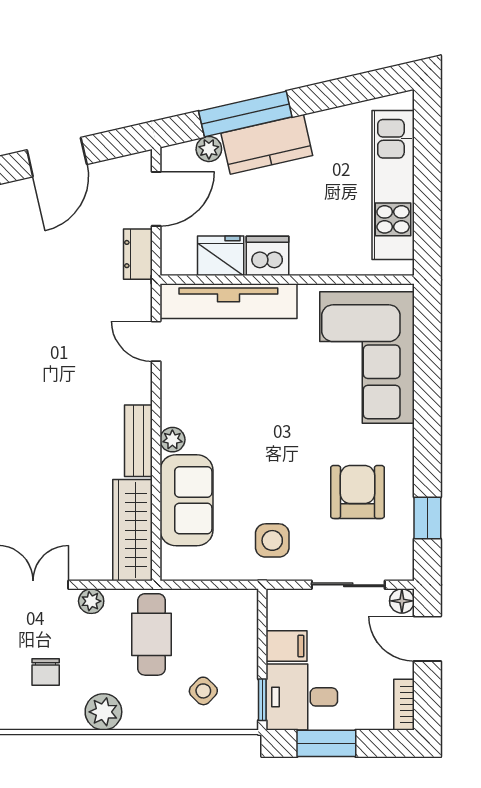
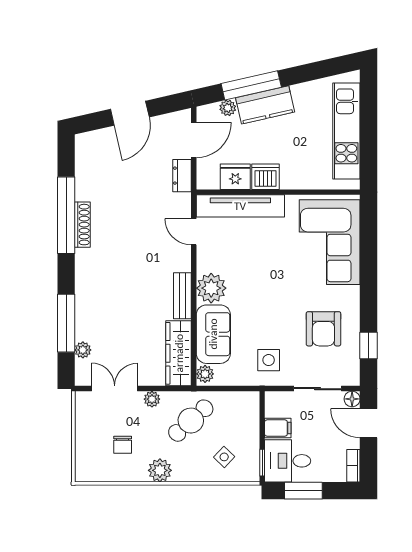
plant: (172, 440) -> (211, 288), width x1.88, depth x1.88
armchair: (357, 492) -> (323, 329), turned 180
plant: (174, 562) -> (205, 374), added
cafe table: (152, 634) -> (191, 421), turned 48

